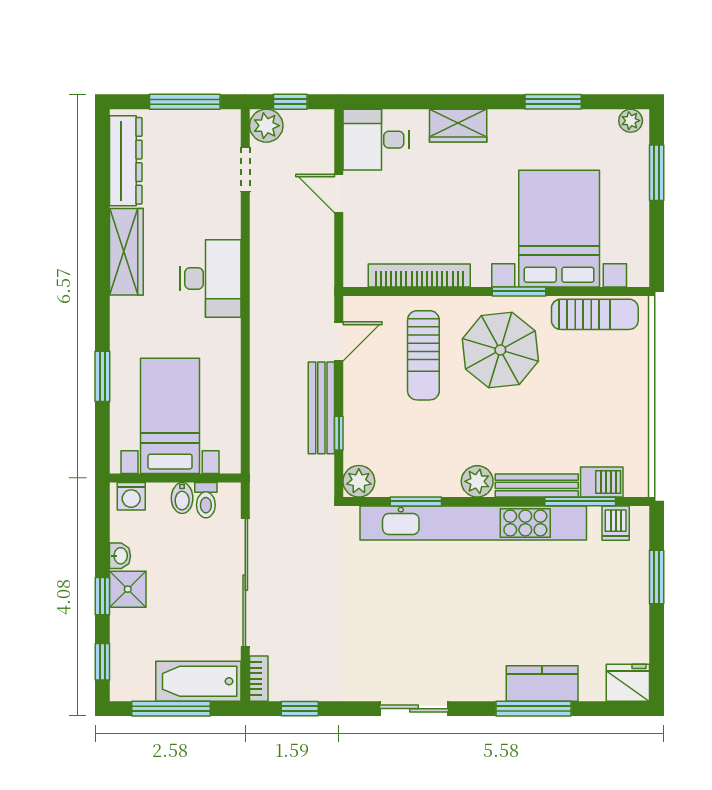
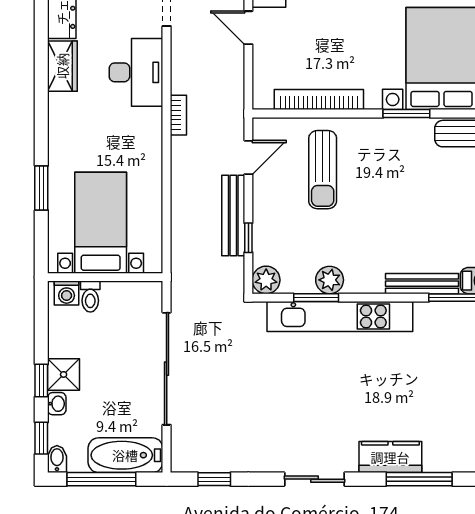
wardrobe: (126, 252) -> (62, 66), width x0.67
desk: (210, 278) -> (136, 72), moved
parasol: (500, 350) -> (390, 165), removed
plant: (477, 481) -> (330, 280), moved
bidet: (182, 498) -> (57, 459), moved, turned 180
toilet: (206, 500) -> (90, 297), moved
kitchen unit: (473, 523) -> (340, 316), width x0.73
washbasin: (120, 556) -> (57, 404), moved
bookcase: (259, 679) -> (178, 115), moved
kitchen counter: (542, 683) -> (390, 457), moved

